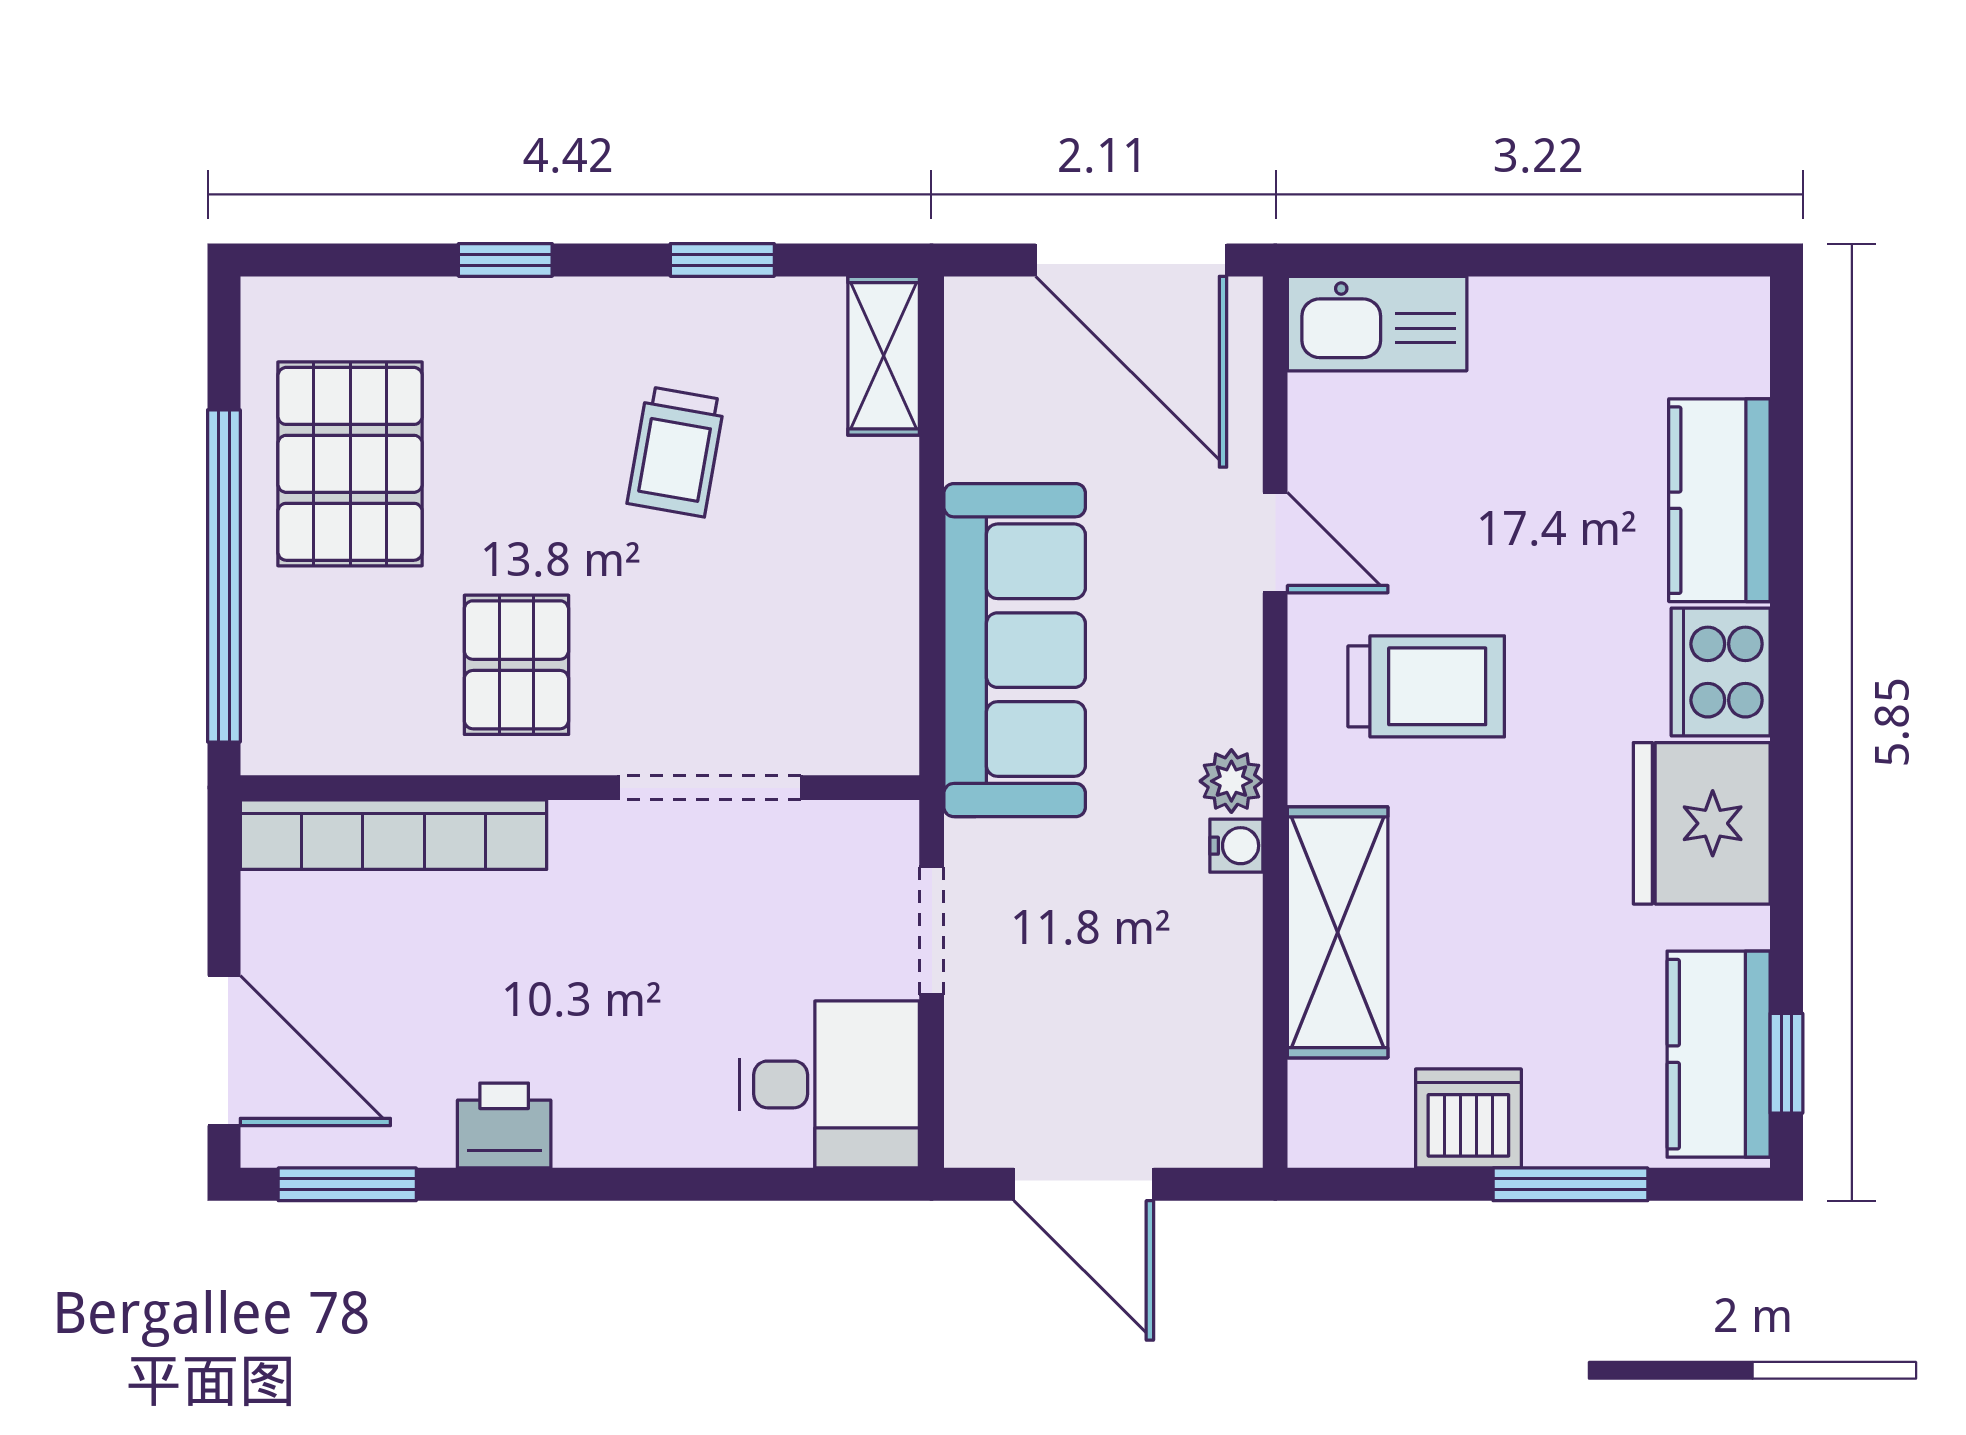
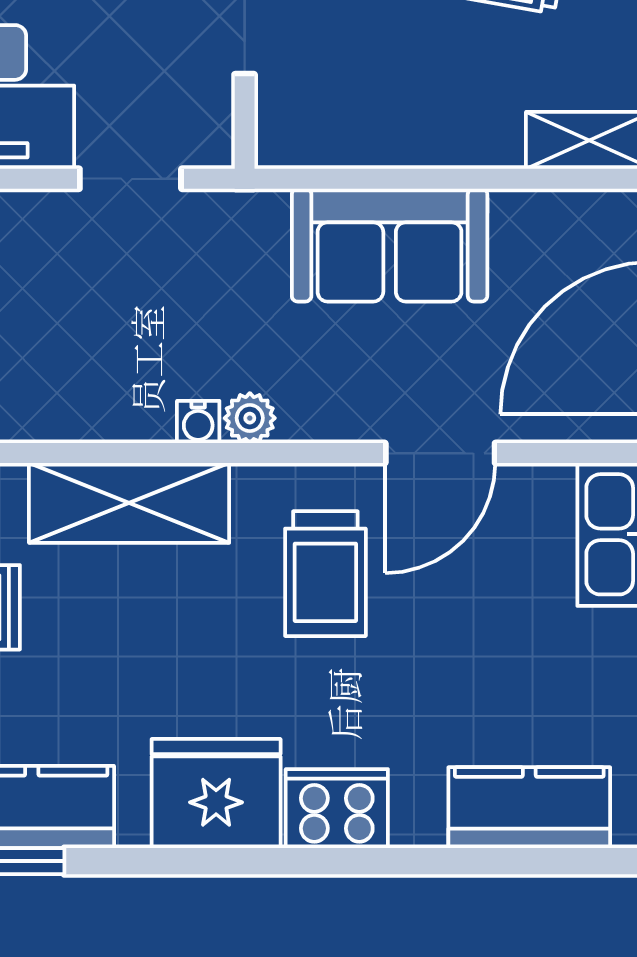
kitchen counter: (1719, 500) -> (529, 808), moved
door: (1275, 543) -> (440, 453), width x1.38
sofa: (1015, 650) -> (390, 245), width x0.73

